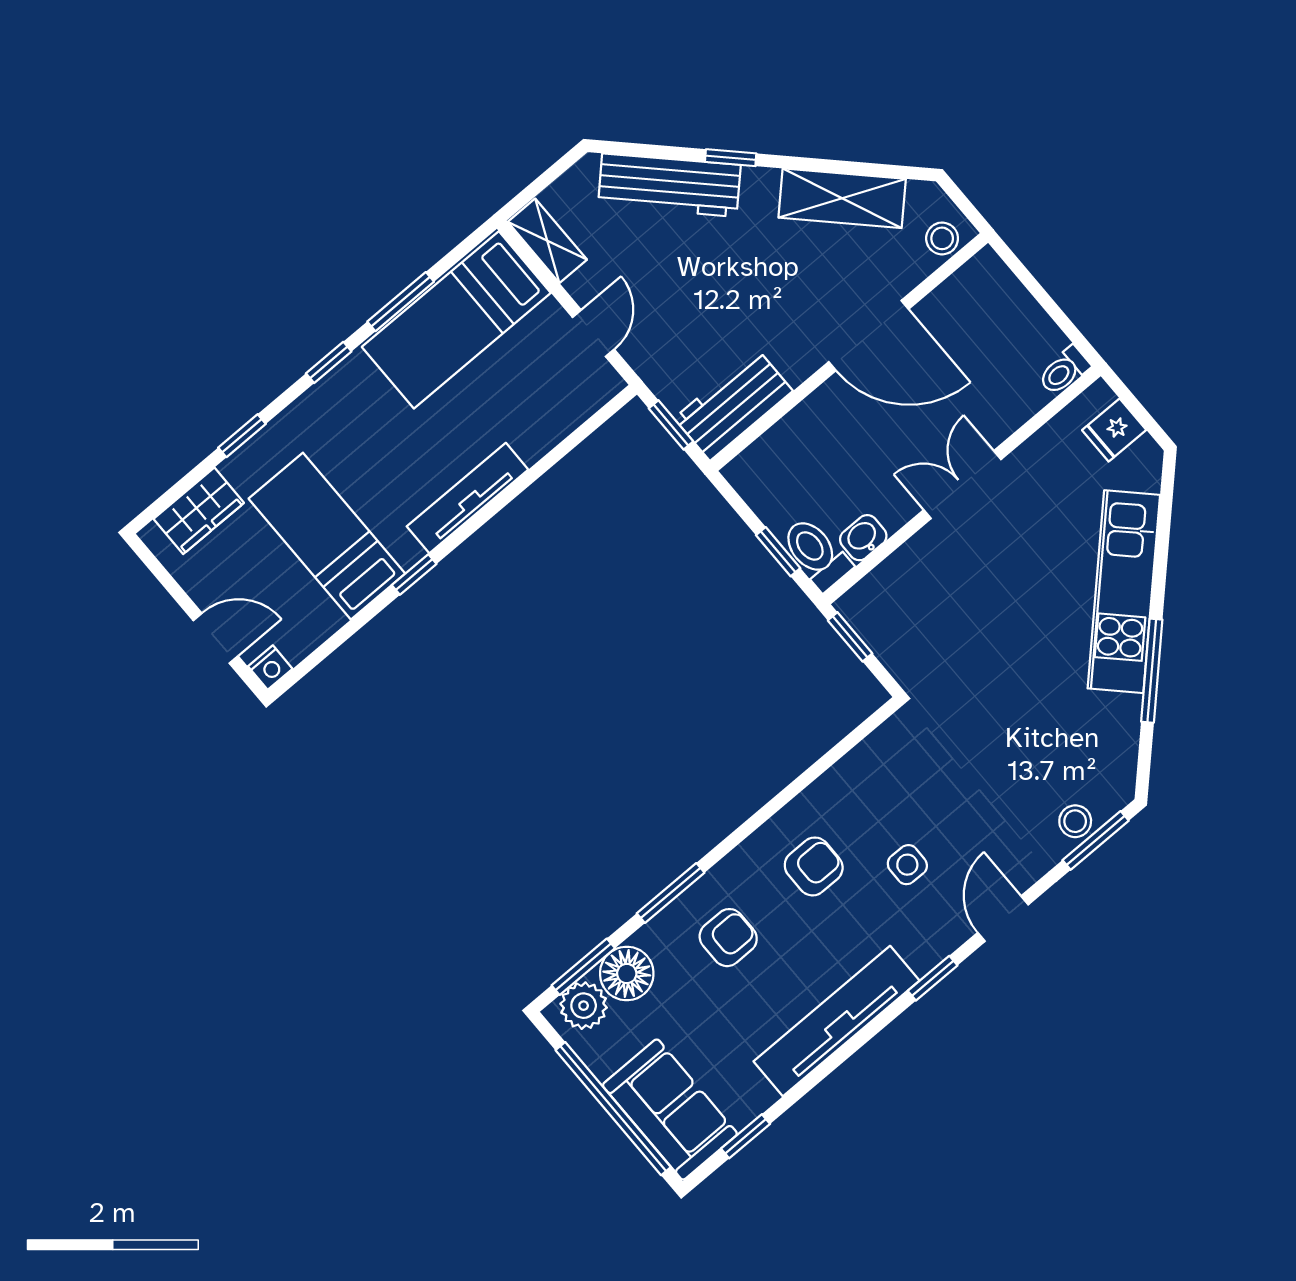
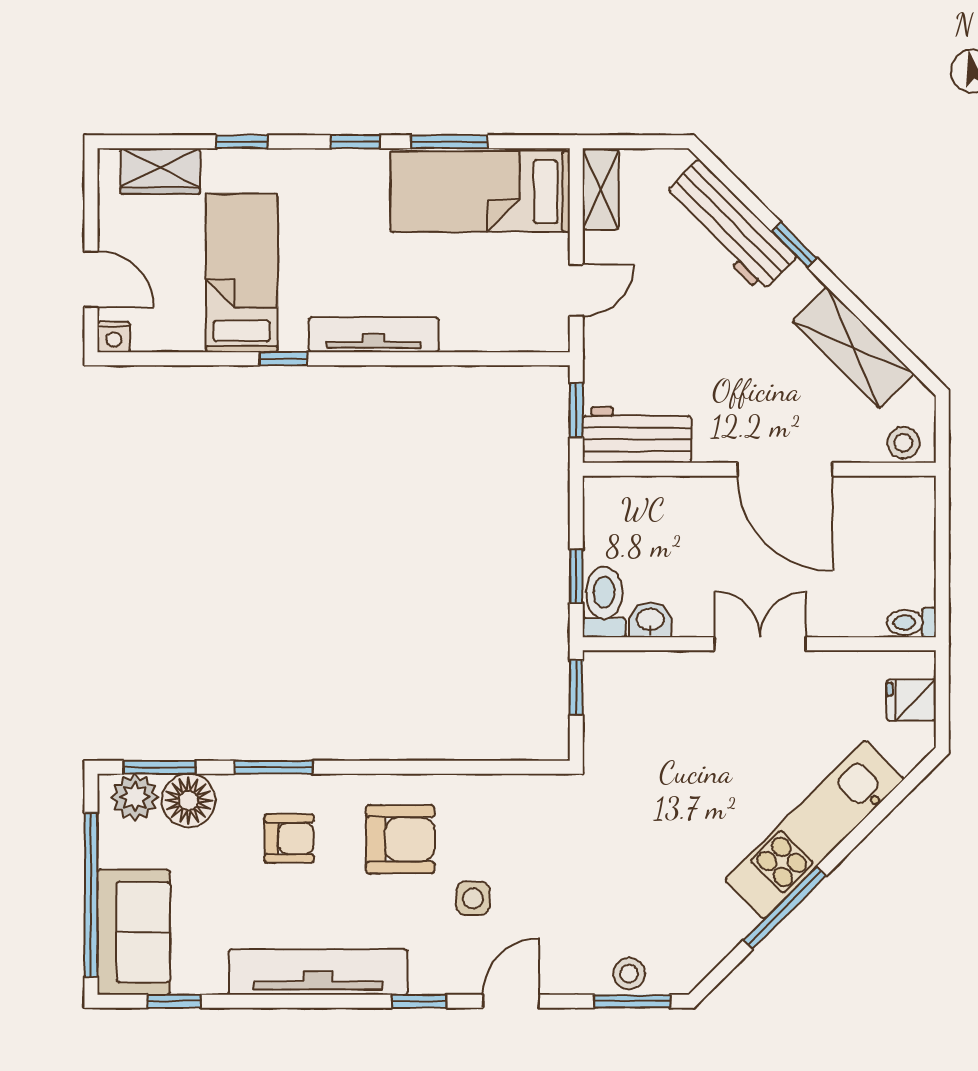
armchair: (814, 866) -> (400, 839), width x1.38, depth x1.38

